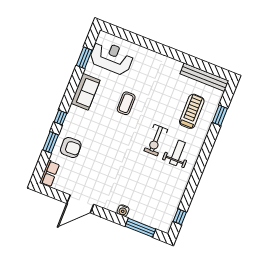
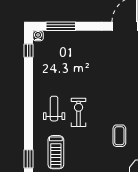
weight bench: (177, 153) -> (54, 109), turned 180
water cooler: (123, 211) -> (38, 36), moved

